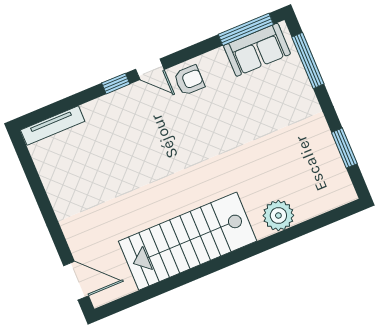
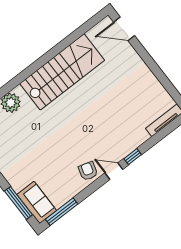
sofa: (257, 50) -> (37, 202), moved, turned 90
armchair: (189, 80) -> (88, 171), turned 106

